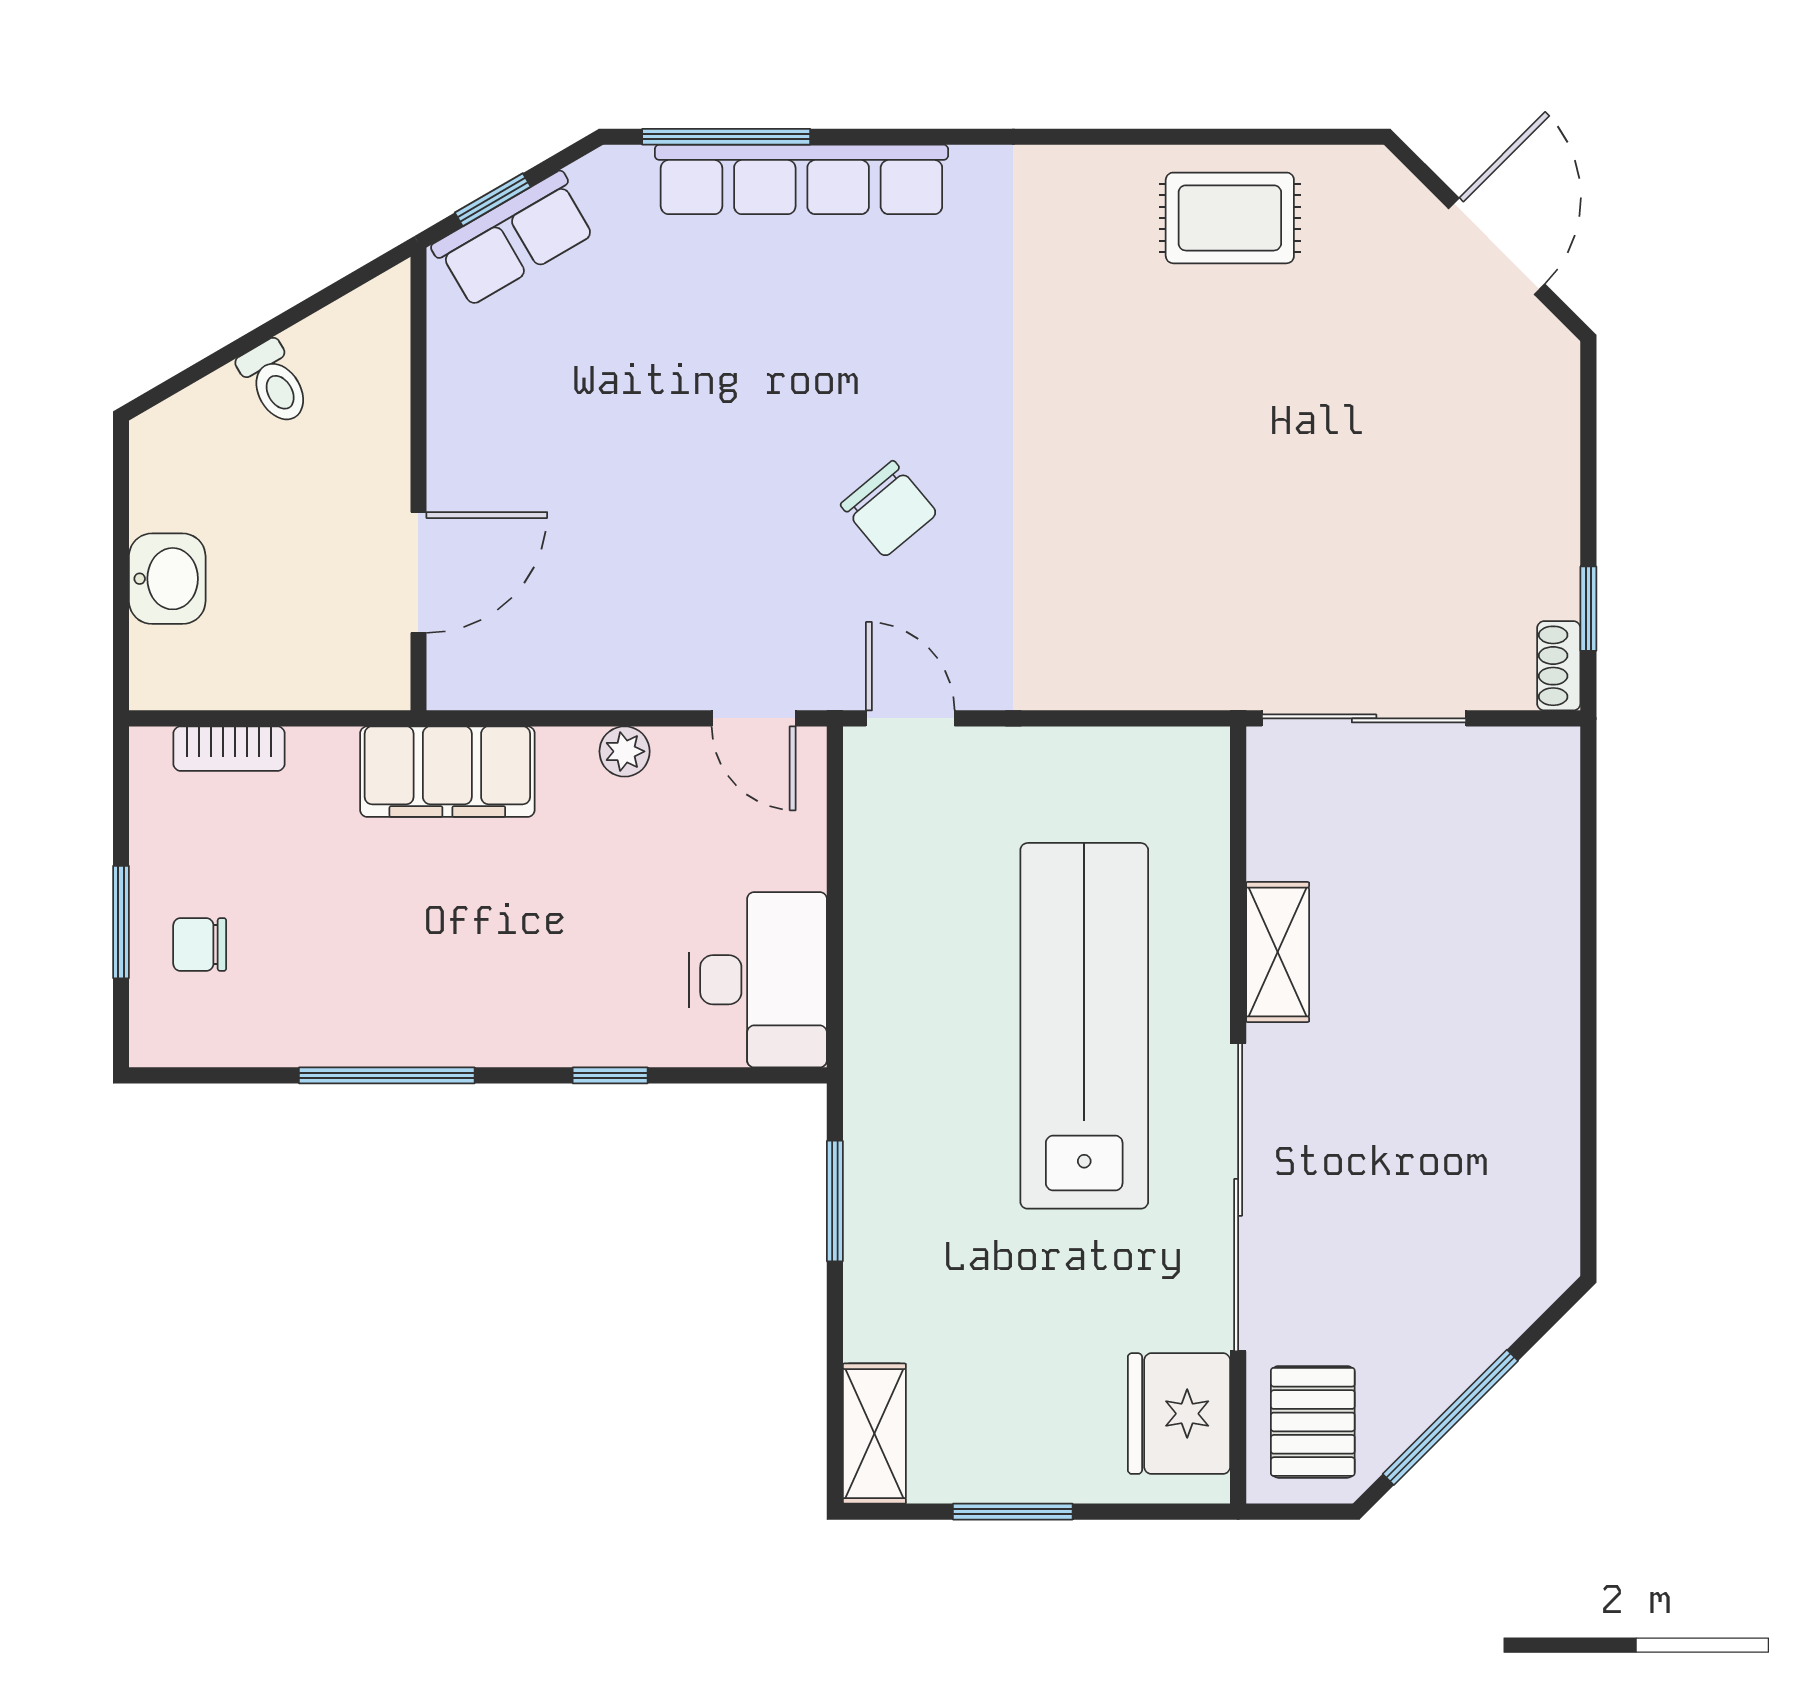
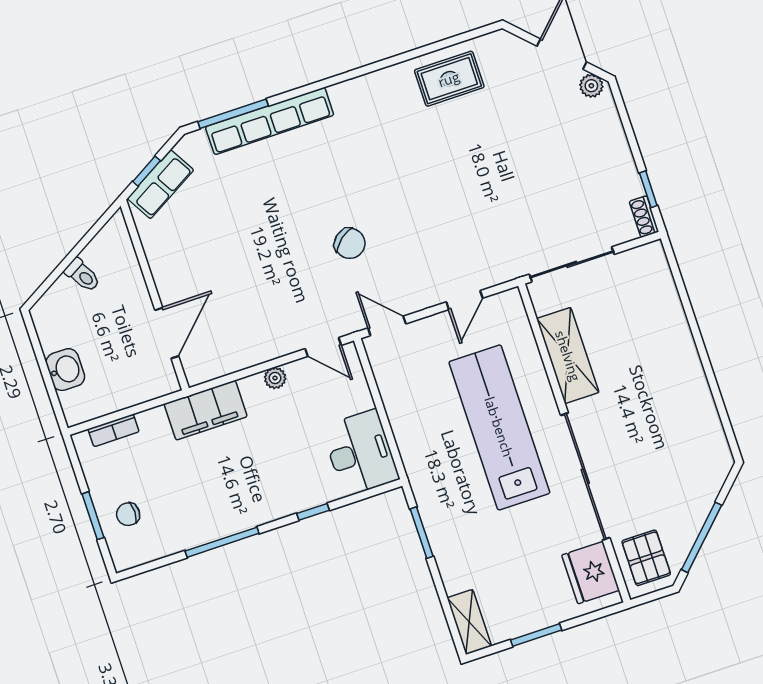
plant: (1539, 338) -> (591, 86), added
door: (1101, 718) -> (464, 300), added
shelving: (1278, 952) -> (568, 356), width x1.50, depth x1.33

